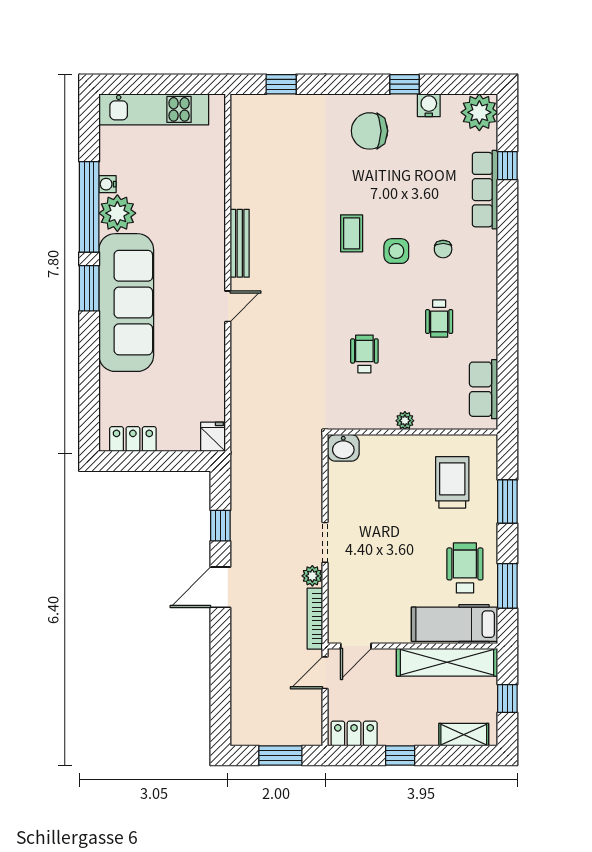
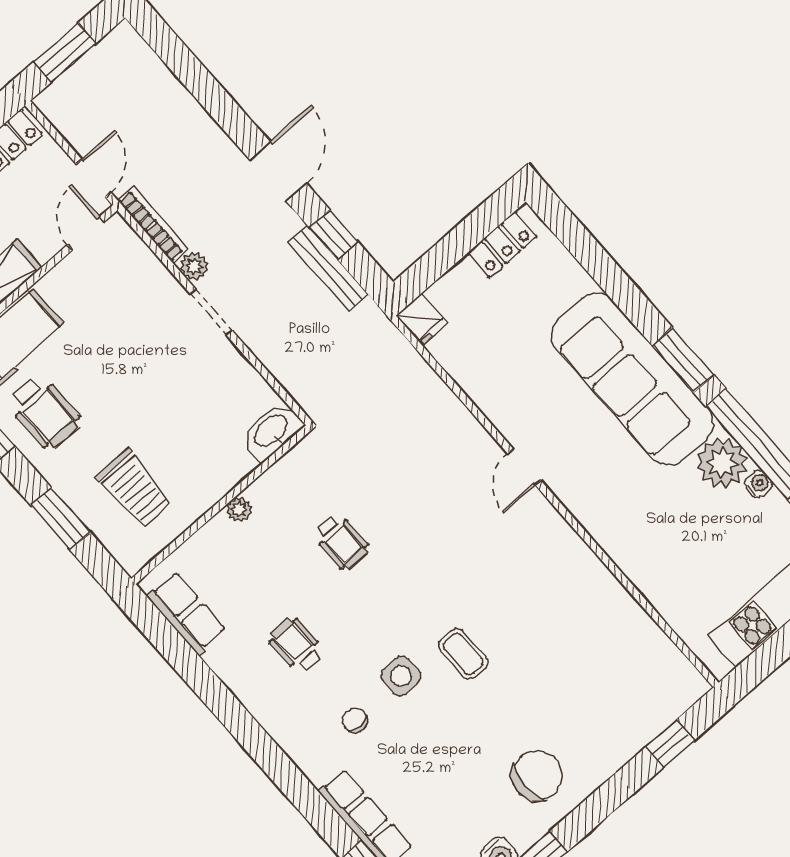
bench: (240, 243) -> (328, 268), moved
washbasin: (343, 448) -> (272, 431), width x1.38

